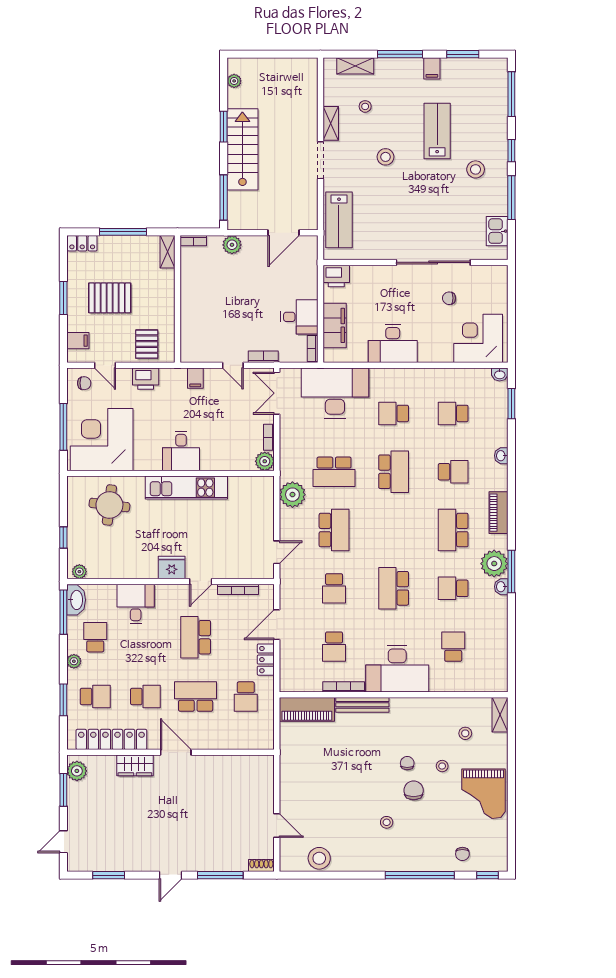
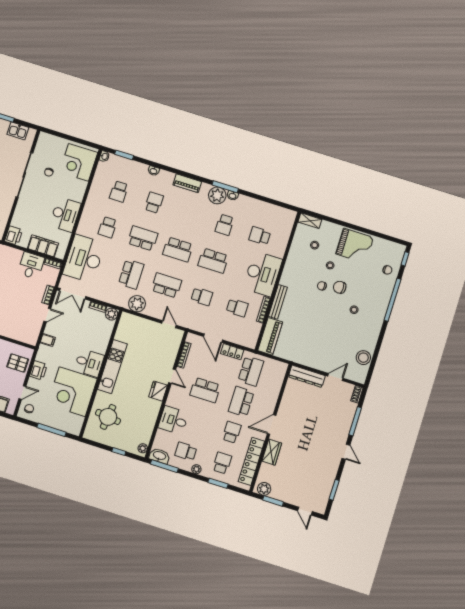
corner desk: (102, 440) -> (72, 392), moved
school desk: (453, 530) -> (178, 249), moved
school desk: (246, 697) -> (251, 371), width x1.85
dresser: (264, 782) -> (307, 376), added

